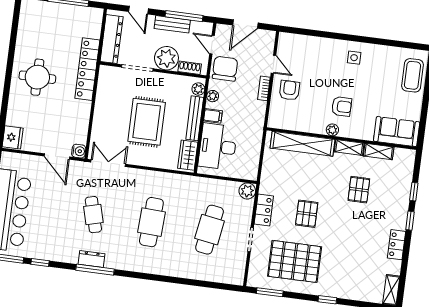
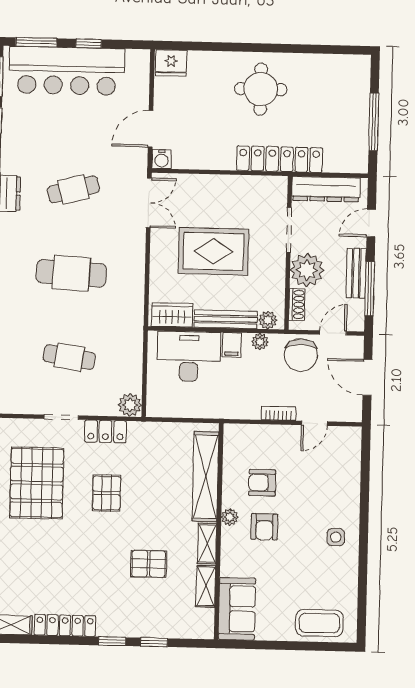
chair: (225, 69) -> (301, 355), turned 90
armchair: (289, 90) -> (262, 483), moved, turned 180
pallet: (307, 214) -> (107, 493), turned 90
cafe table: (210, 230) -> (69, 357), width x0.73, depth x0.74
locker: (397, 245) -> (65, 625), width x1.53

